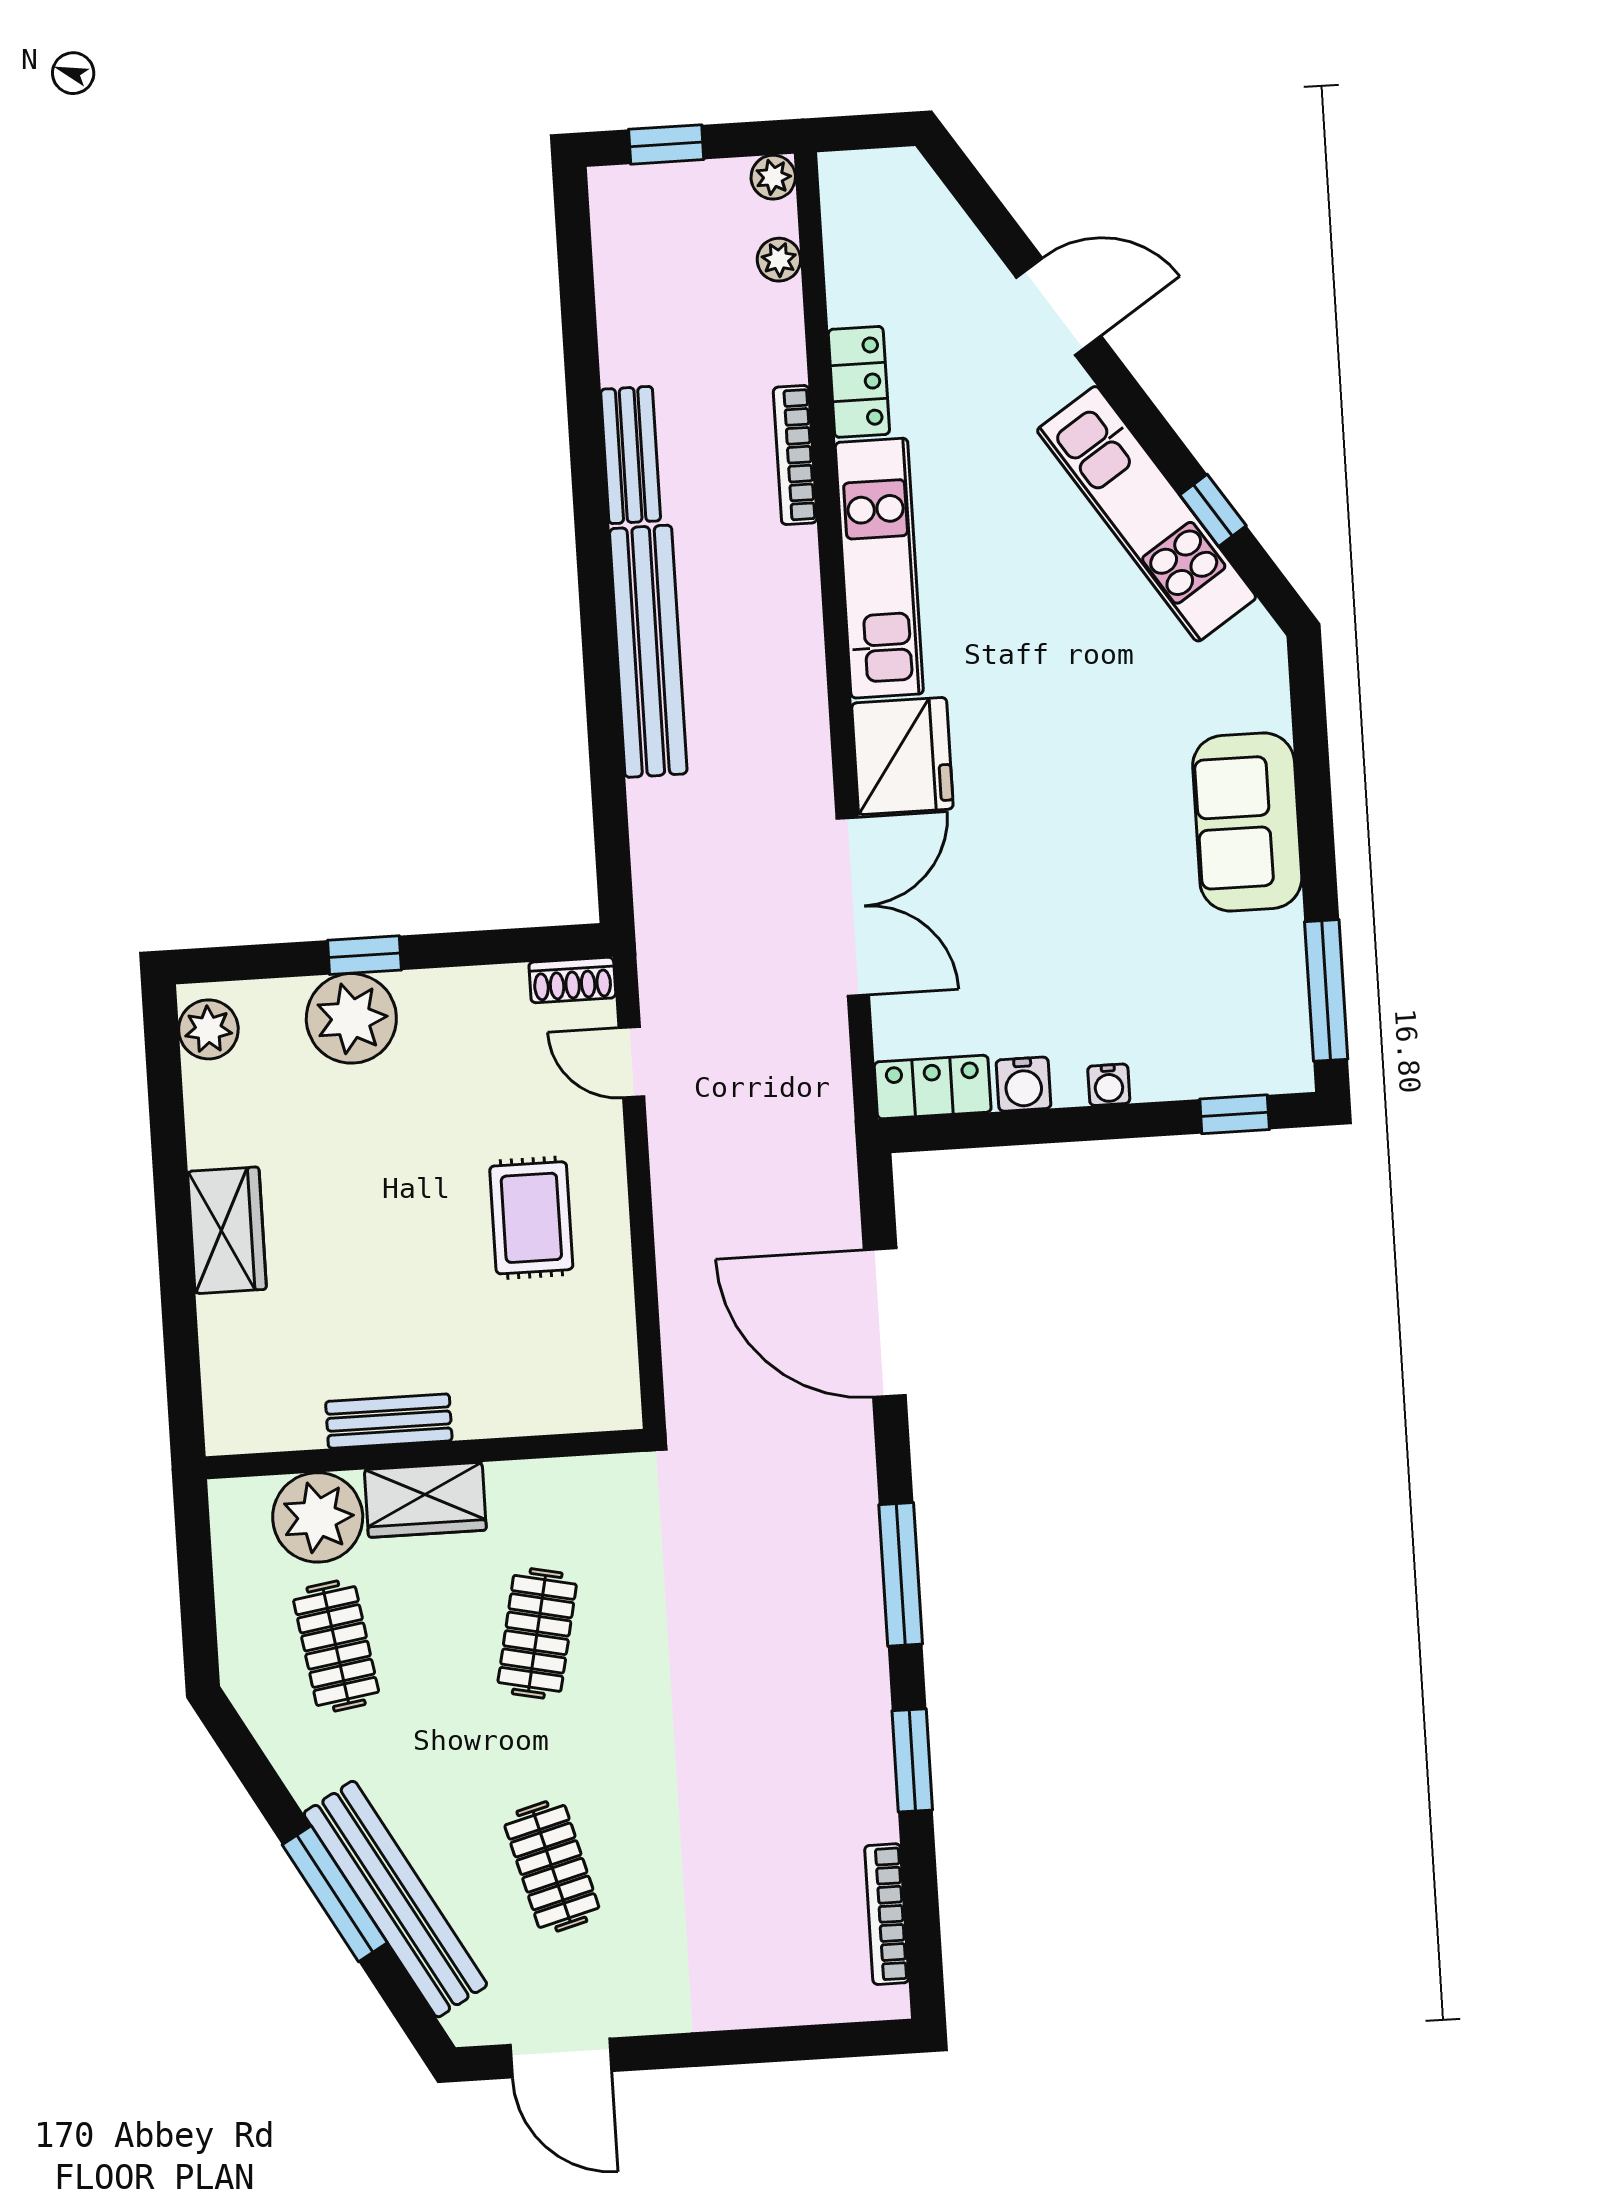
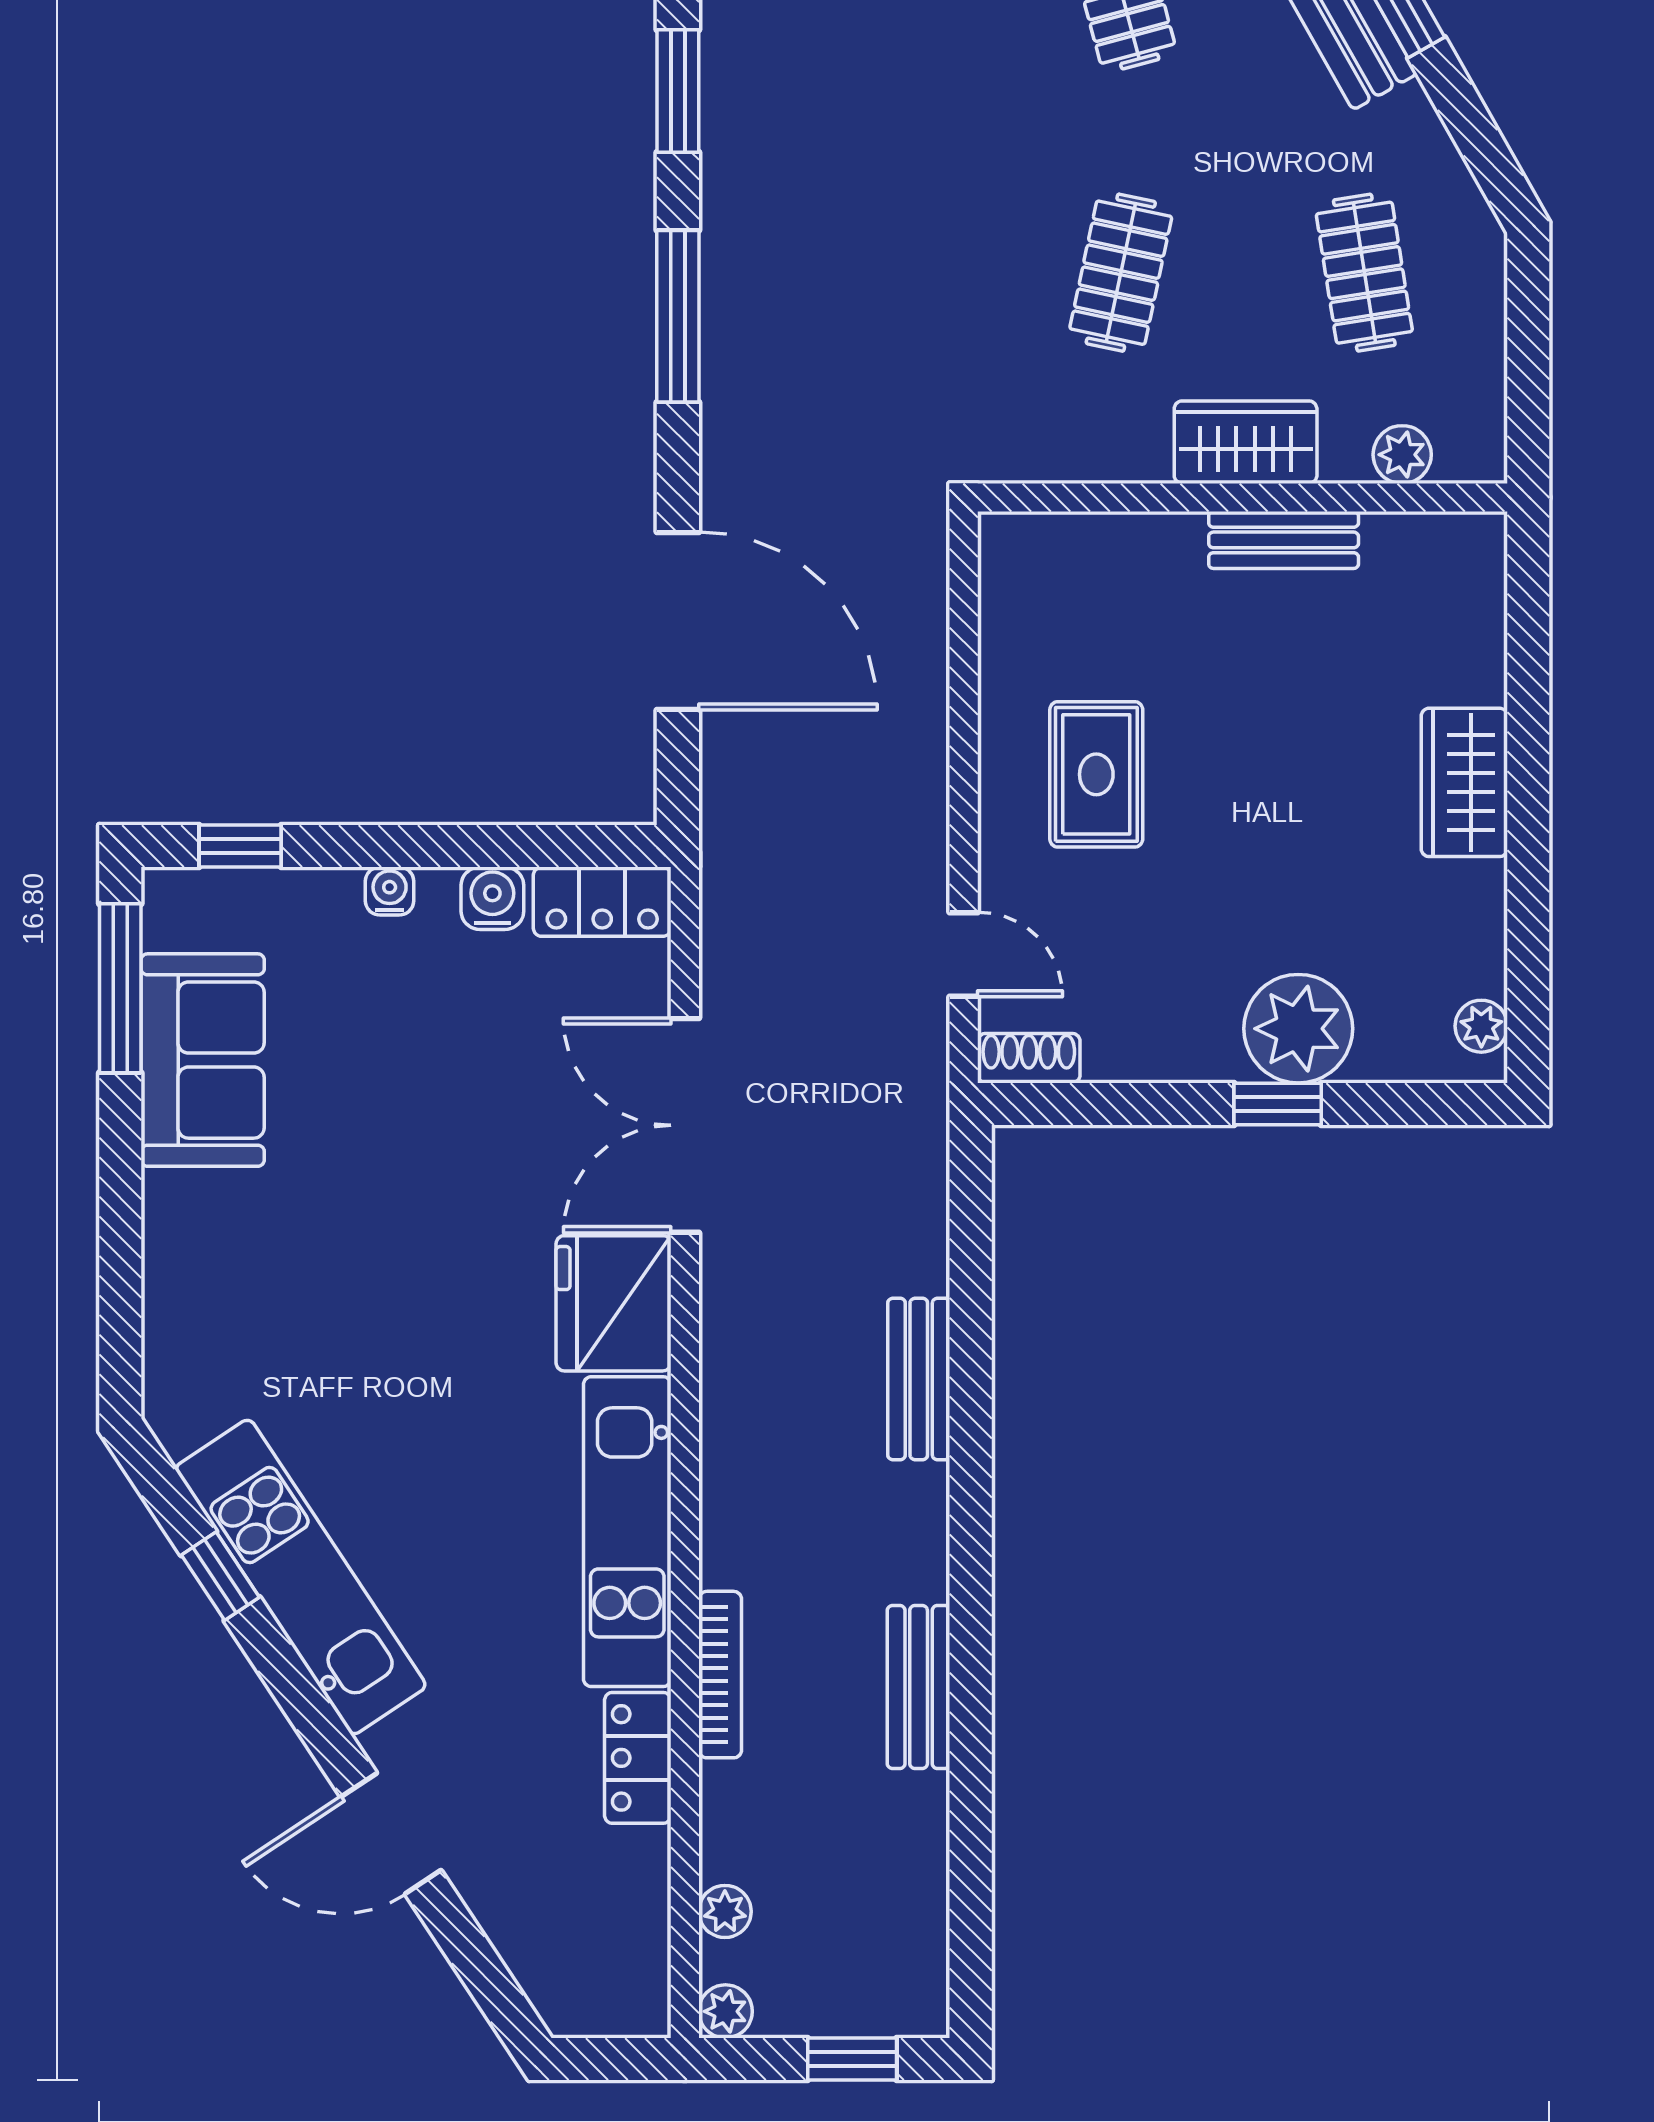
bench: (648, 651) -> (919, 1379), width x0.54, depth x0.82
sofa: (1247, 822) -> (203, 1060), moved
plant: (208, 1029) -> (1481, 1026), width x0.73, depth x0.73
plant: (318, 1517) -> (1402, 455), width x0.53, depth x0.53

